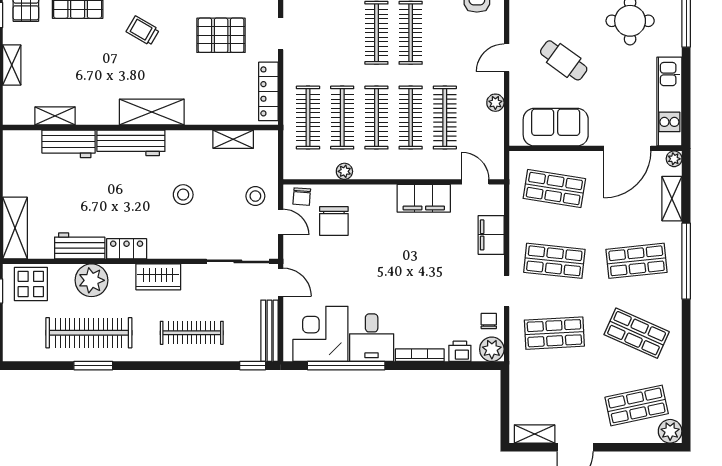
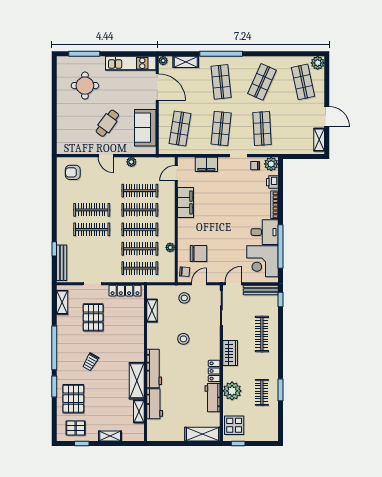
shelving: (152, 112) -> (137, 381), moved
clothes rail: (89, 333) -> (262, 392), width x0.54, depth x0.76

